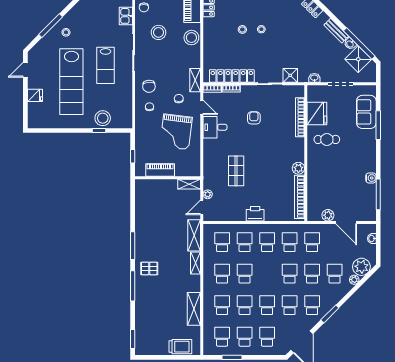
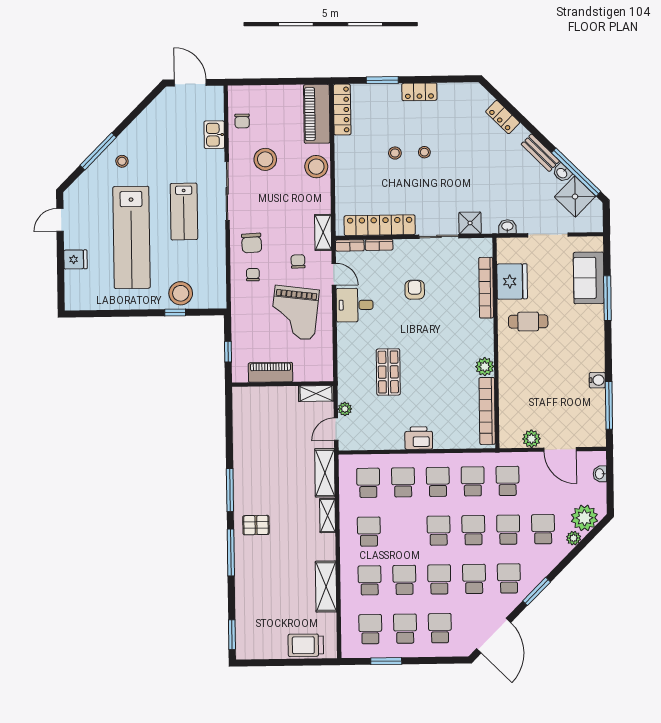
school desk: (245, 274) -> (439, 531), moved
trolley: (180, 347) -> (306, 645), turned 180

